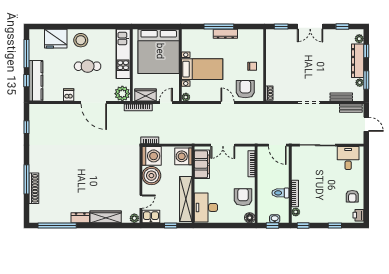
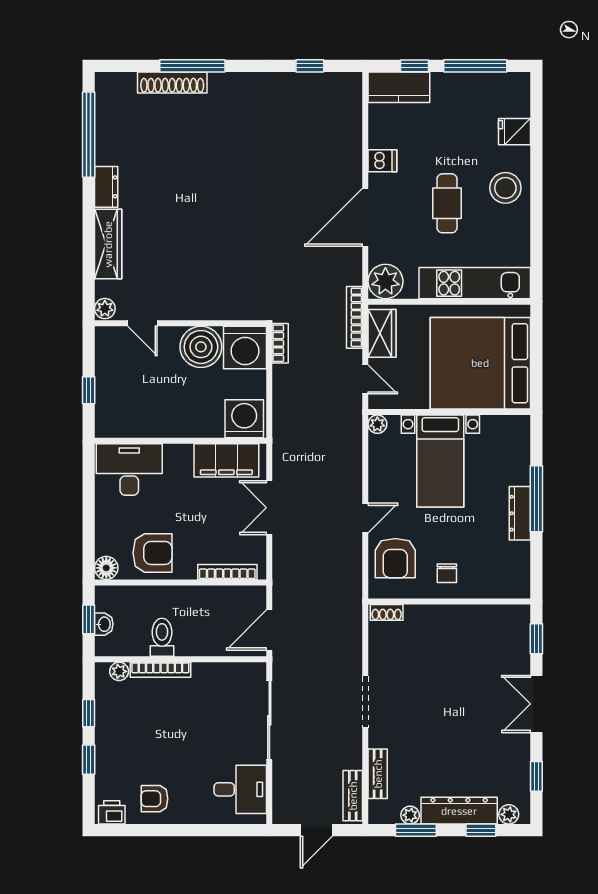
fridge: (56, 39) -> (514, 132), width x0.53, depth x0.75
kitchen counter: (36, 81) -> (399, 87), width x0.67
armchair: (245, 89) -> (395, 558), turned 90
shelving: (186, 199) -> (148, 424), removed
kitchen sink: (151, 216) -> (109, 346), removed
window: (303, 226) -> (89, 713), moved

